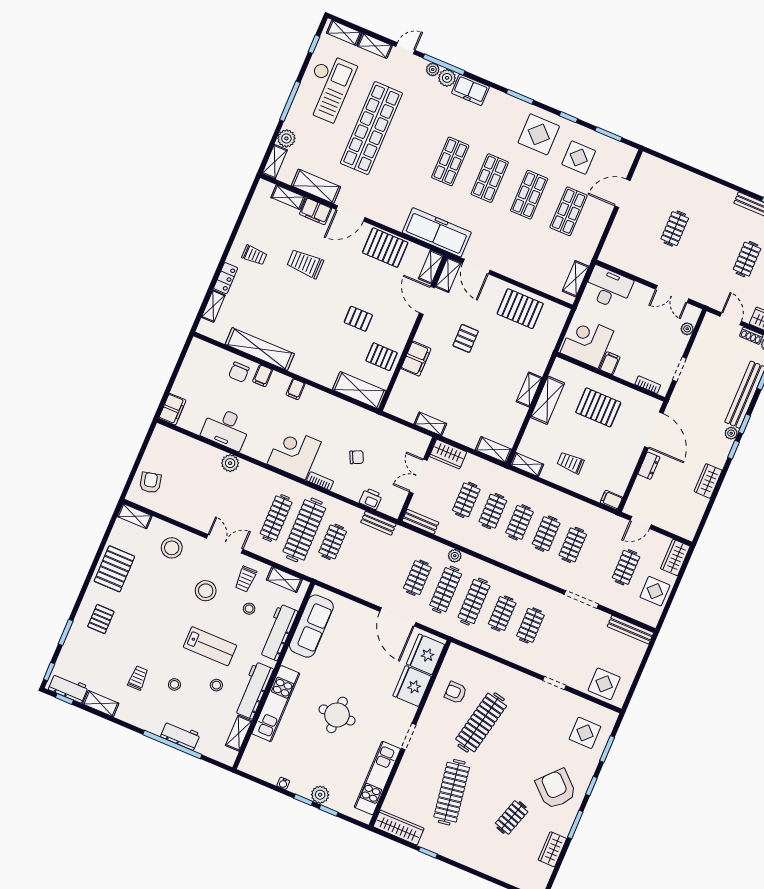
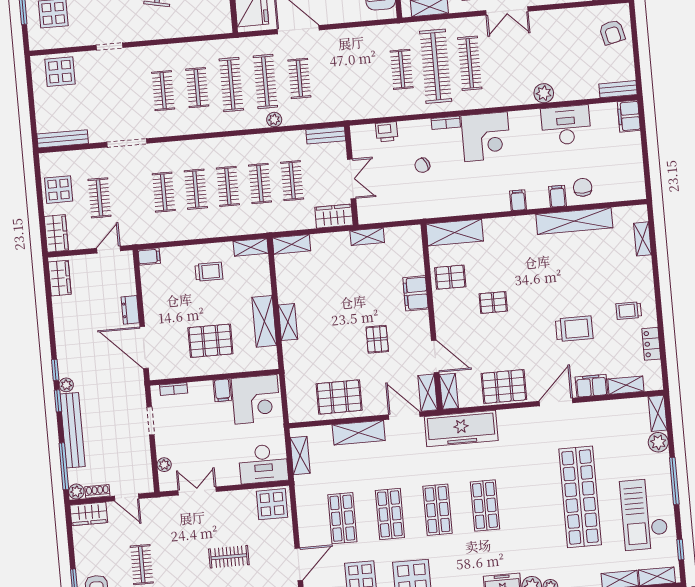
shelving: (316, 186) -> (359, 433), moved
clothes rail: (675, 229) -> (229, 557), turned 90
display table: (618, 252) -> (272, 504), added
locker: (226, 278) -> (651, 344), moved
wardrobe: (708, 481) -> (60, 278), moved
bench: (378, 523) -> (618, 89), moved

